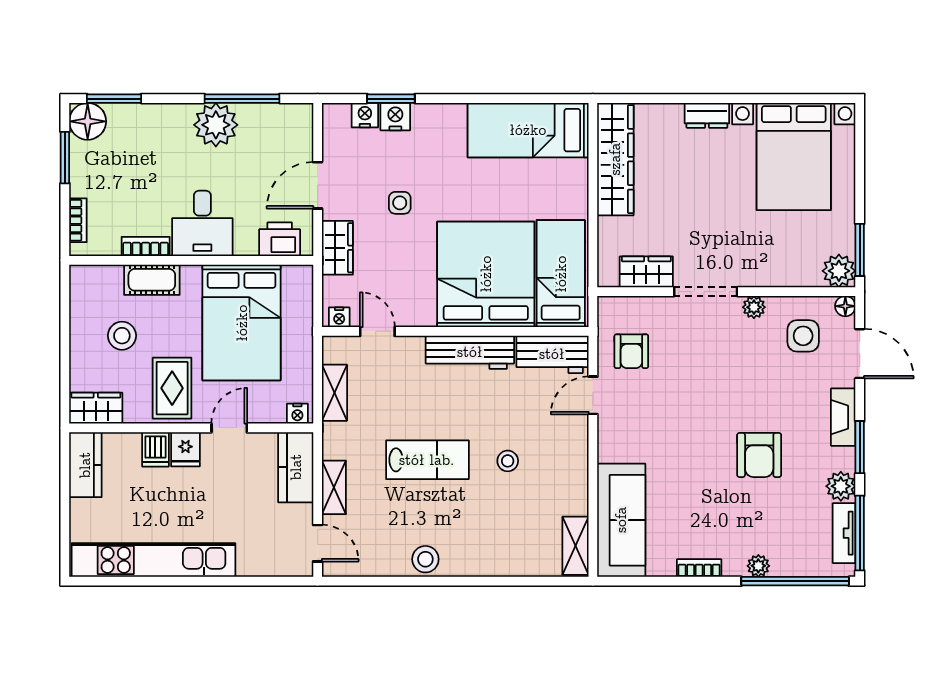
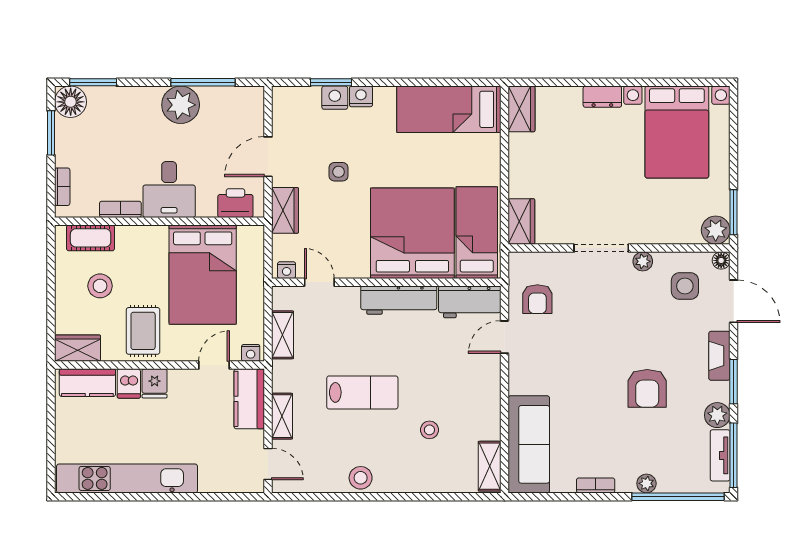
nightstand: (365, 115) -> (361, 96), moved
wardrobe: (615, 159) -> (521, 109), width x0.48, depth x0.85
wardrobe: (646, 272) -> (521, 221), moved, turned 90
cot: (152, 280) -> (91, 238), moved
door: (229, 428) -> (214, 365), moved
stool: (508, 461) -> (429, 430), moved
kitchen counter: (85, 465) -> (87, 383), moved, turned 90

